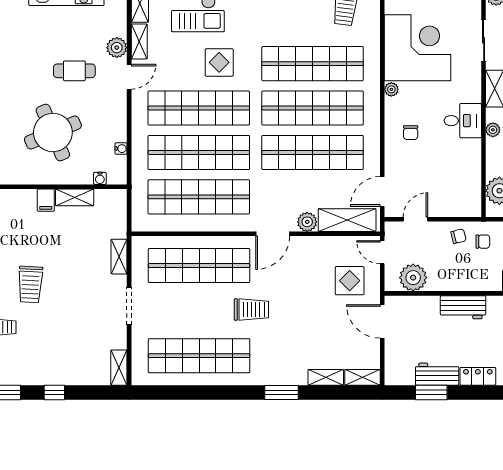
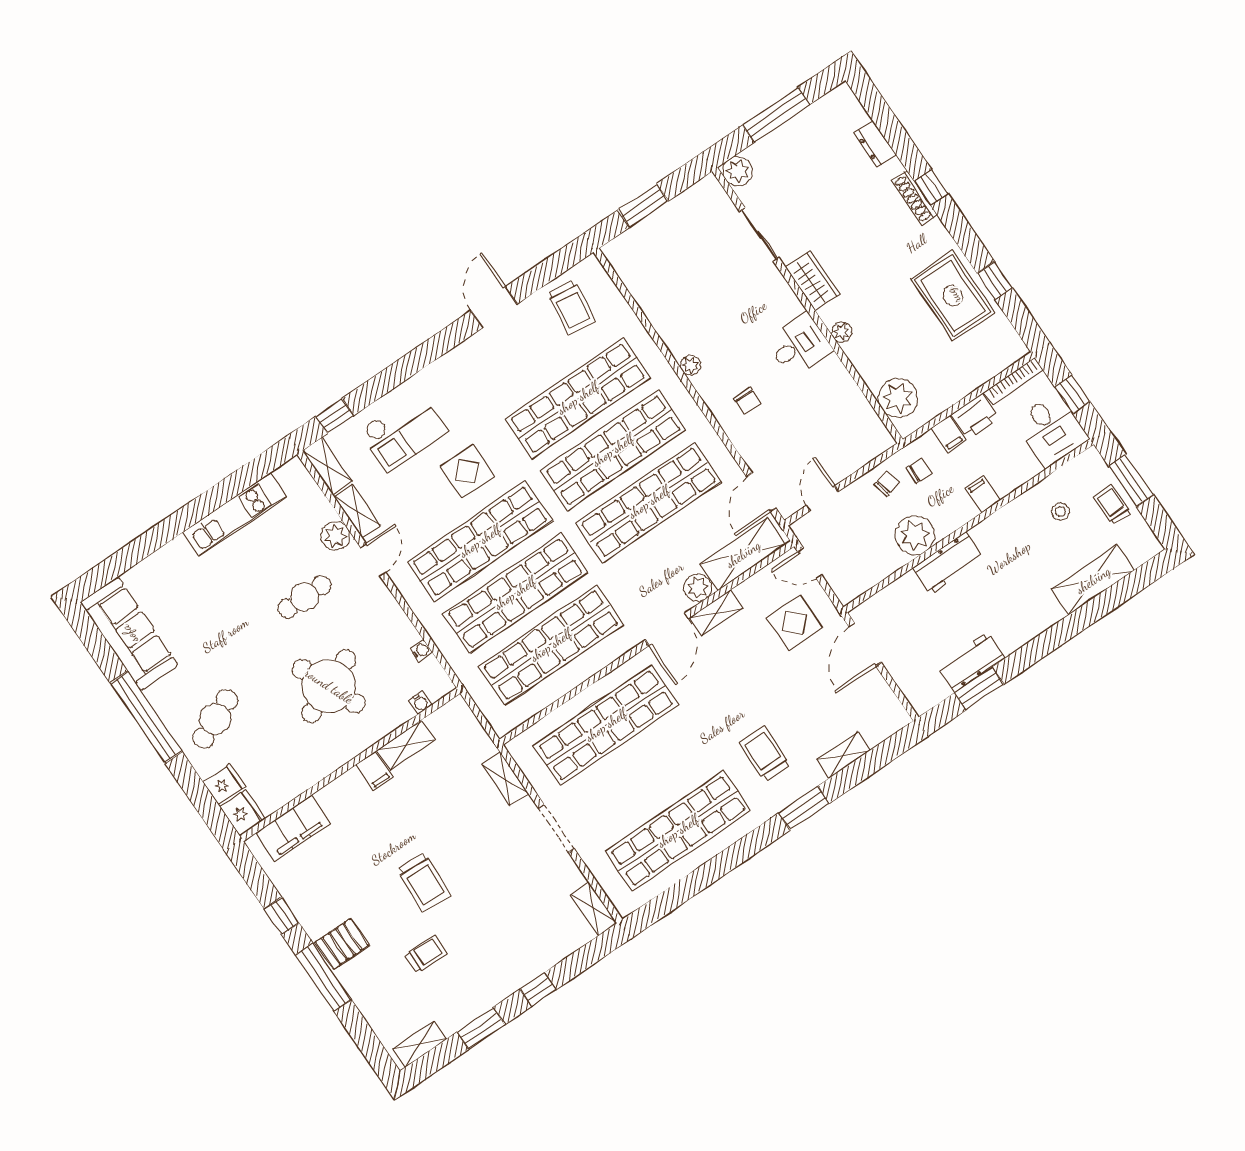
corner desk: (418, 48) -> (688, 296), removed
plant: (413, 278) -> (915, 535), moved
trolley: (251, 310) -> (764, 754), moved, turned -90
door: (382, 321) -> (865, 644), hinge flipped
locker: (478, 376) -> (1021, 632), removed
shelving: (362, 377) -> (716, 613), moved

